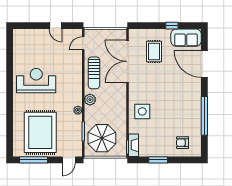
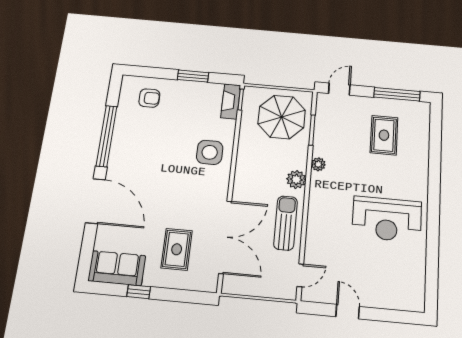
door: (204, 64) -> (95, 201), moved
rug: (40, 132) -> (384, 135), width x0.54, depth x0.49

